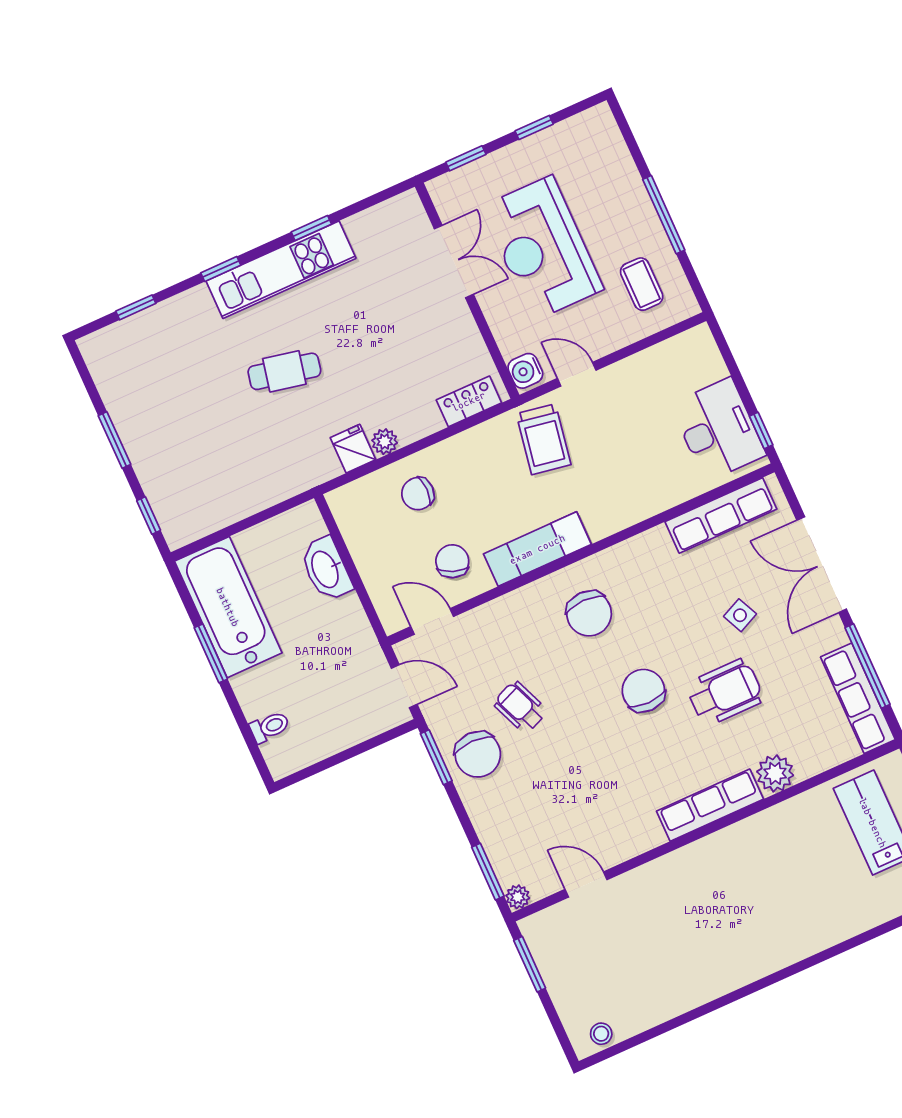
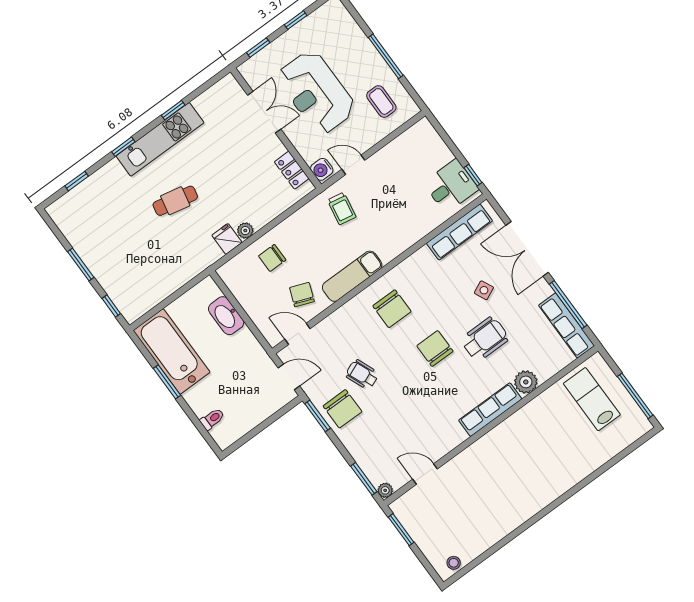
locker: (469, 401) -> (292, 170), moved, turned -90
desk: (718, 430) -> (451, 186), width x0.73
trolley: (544, 439) -> (342, 209), width x0.73, depth x0.72

